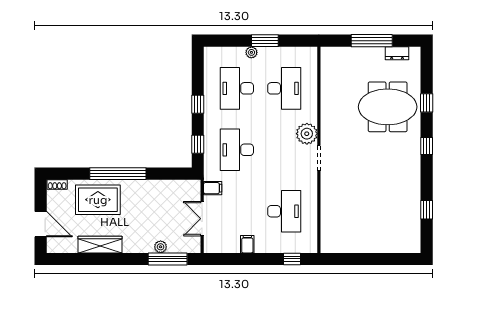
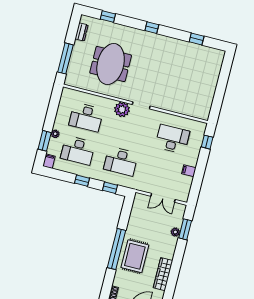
window: (265, 41) -> (45, 141), moved
window: (372, 41) -> (65, 58), moved
desk: (284, 88) -> (86, 117), turned 180
window: (427, 103) -> (108, 17), moved
meeting table: (388, 107) -> (111, 64), moved
filing cabinet: (213, 188) -> (49, 161), moved
rug: (98, 200) -> (135, 256), moved
window: (168, 259) -> (185, 229), width x0.69

